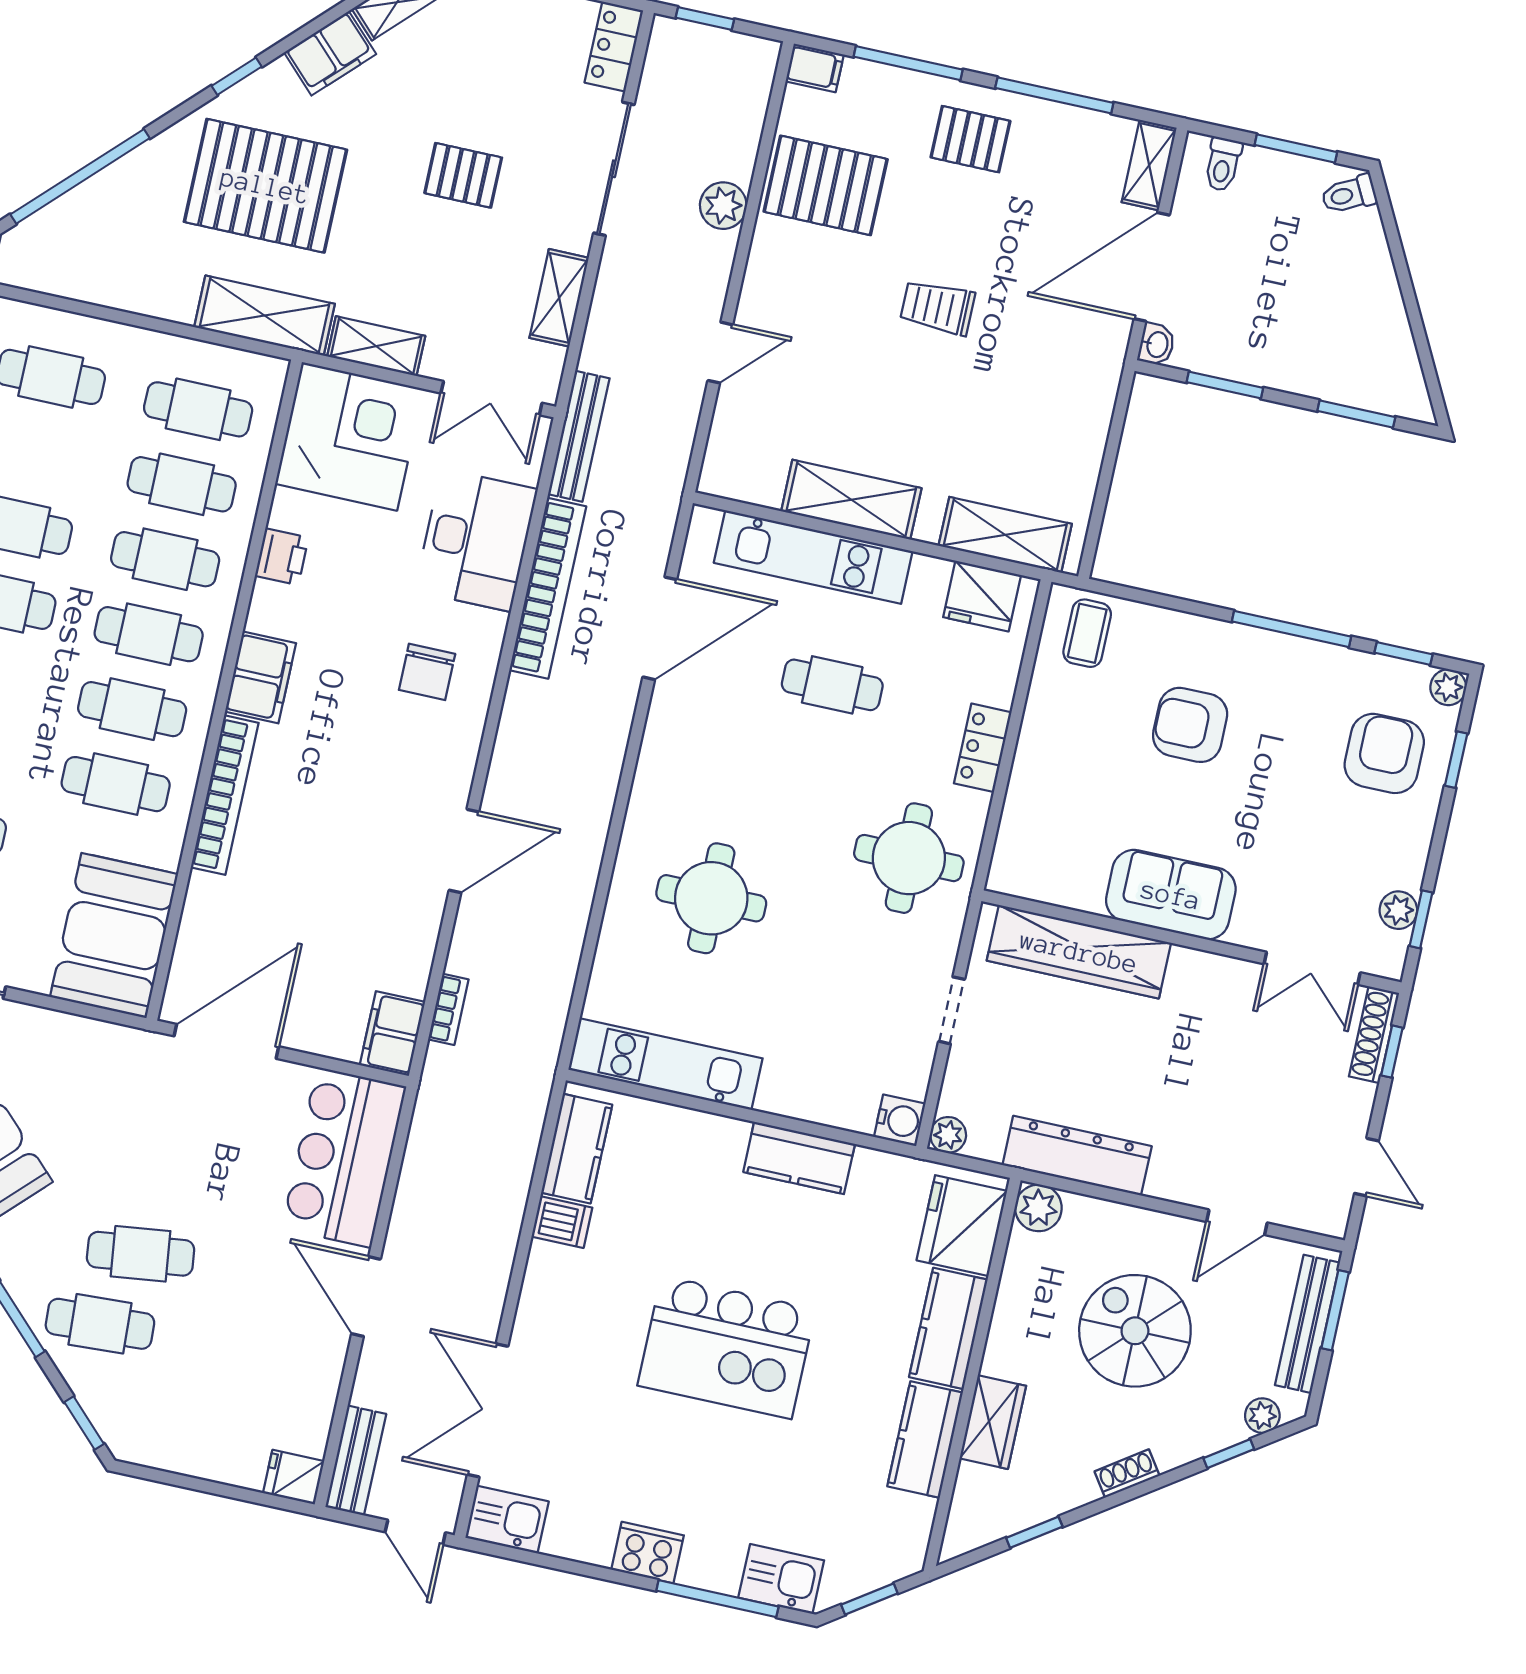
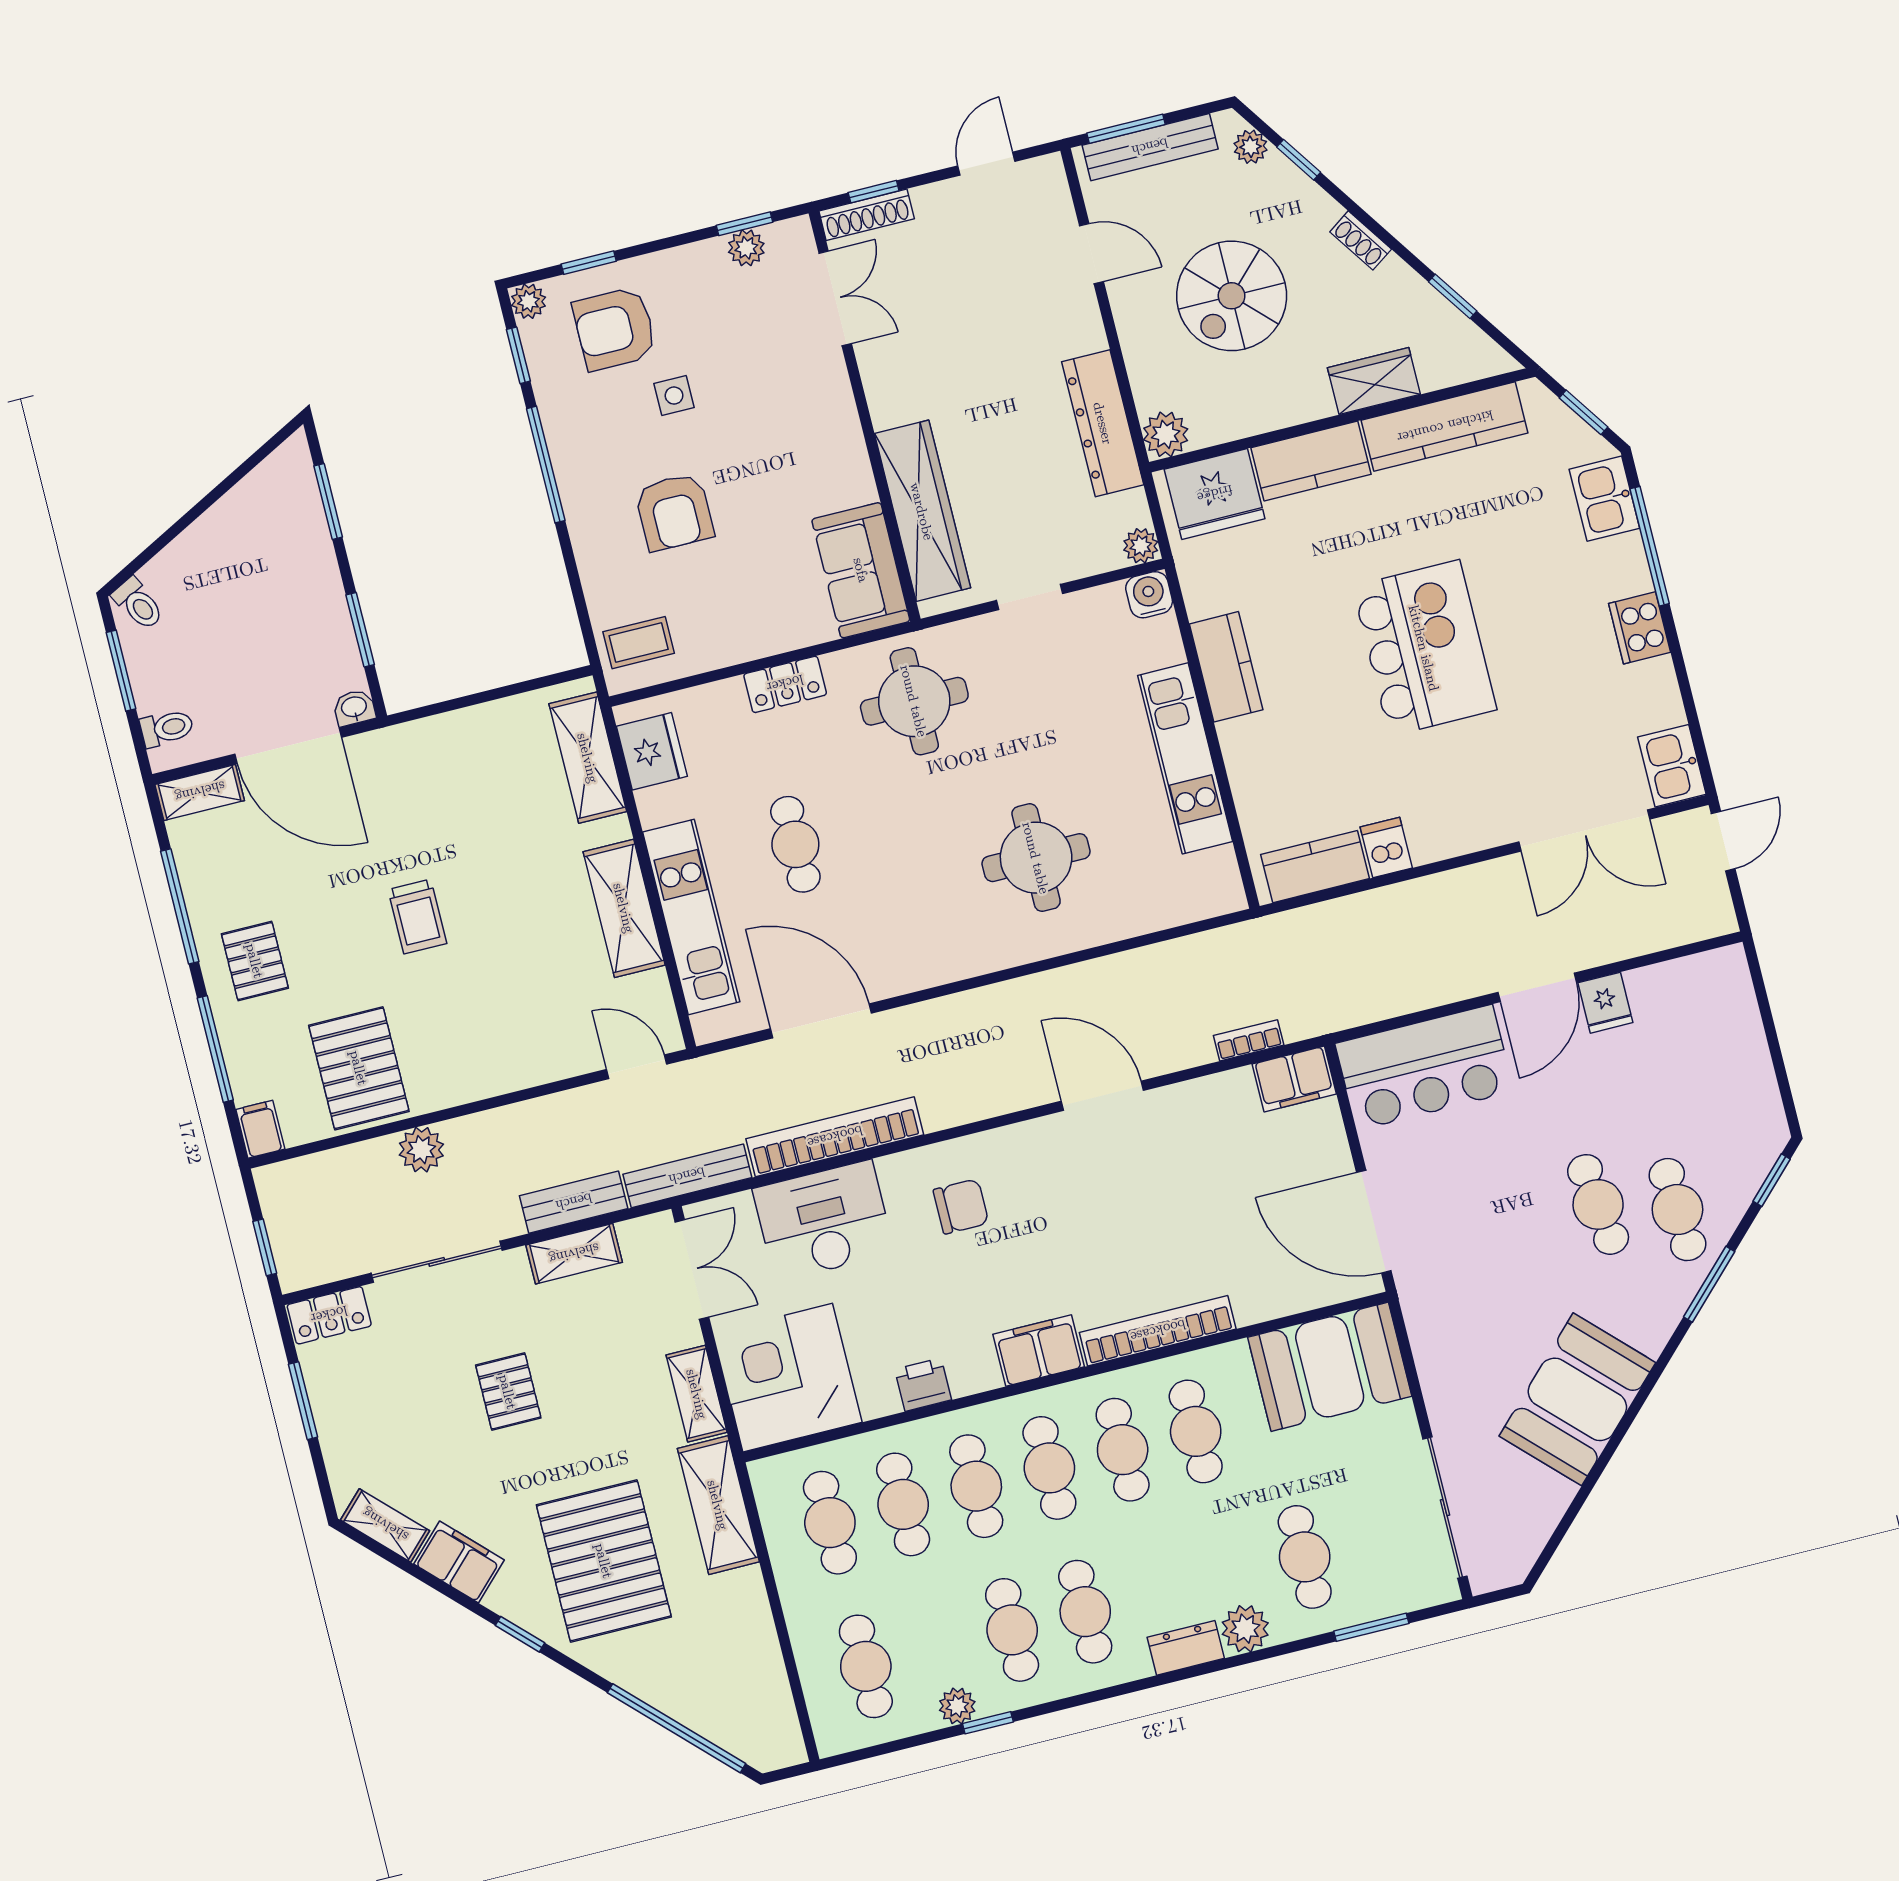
door: (720, 353) -> (637, 1067), moved
side table: (1296, 777) -> (674, 396), added
sofa: (1171, 895) -> (861, 570), moved
kitchen unit: (665, 1064) -> (1185, 758), moved
kitchen counter: (925, 1440) -> (1445, 427), width x1.50
bench: (356, 1460) -> (574, 1202), moved
fridge: (294, 1477) -> (1605, 1003), moved

